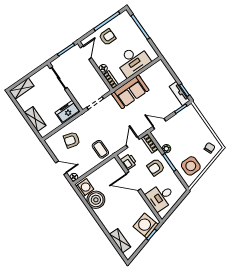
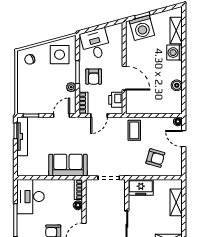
desk: (133, 61) -> (30, 197), moved, turned -90
tv unit: (180, 93) -> (22, 136), width x1.41
door: (159, 124) -> (61, 116), swing flipped
armchair: (156, 167) -> (94, 77), turned 90
washing machine: (85, 188) -> (175, 53), moved
desk: (161, 197) -> (96, 44), moved, turned -105
boiler: (96, 200) -> (177, 85), width x0.54, depth x0.54

